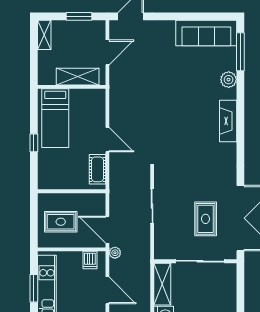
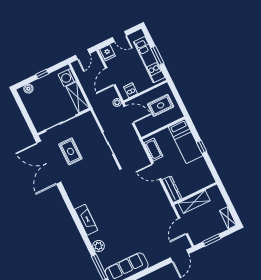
dresser: (98, 107) -> (172, 189), added
bed: (55, 118) -> (186, 141), moved, turned 180
door: (107, 290) -> (110, 76), hinge flipped

